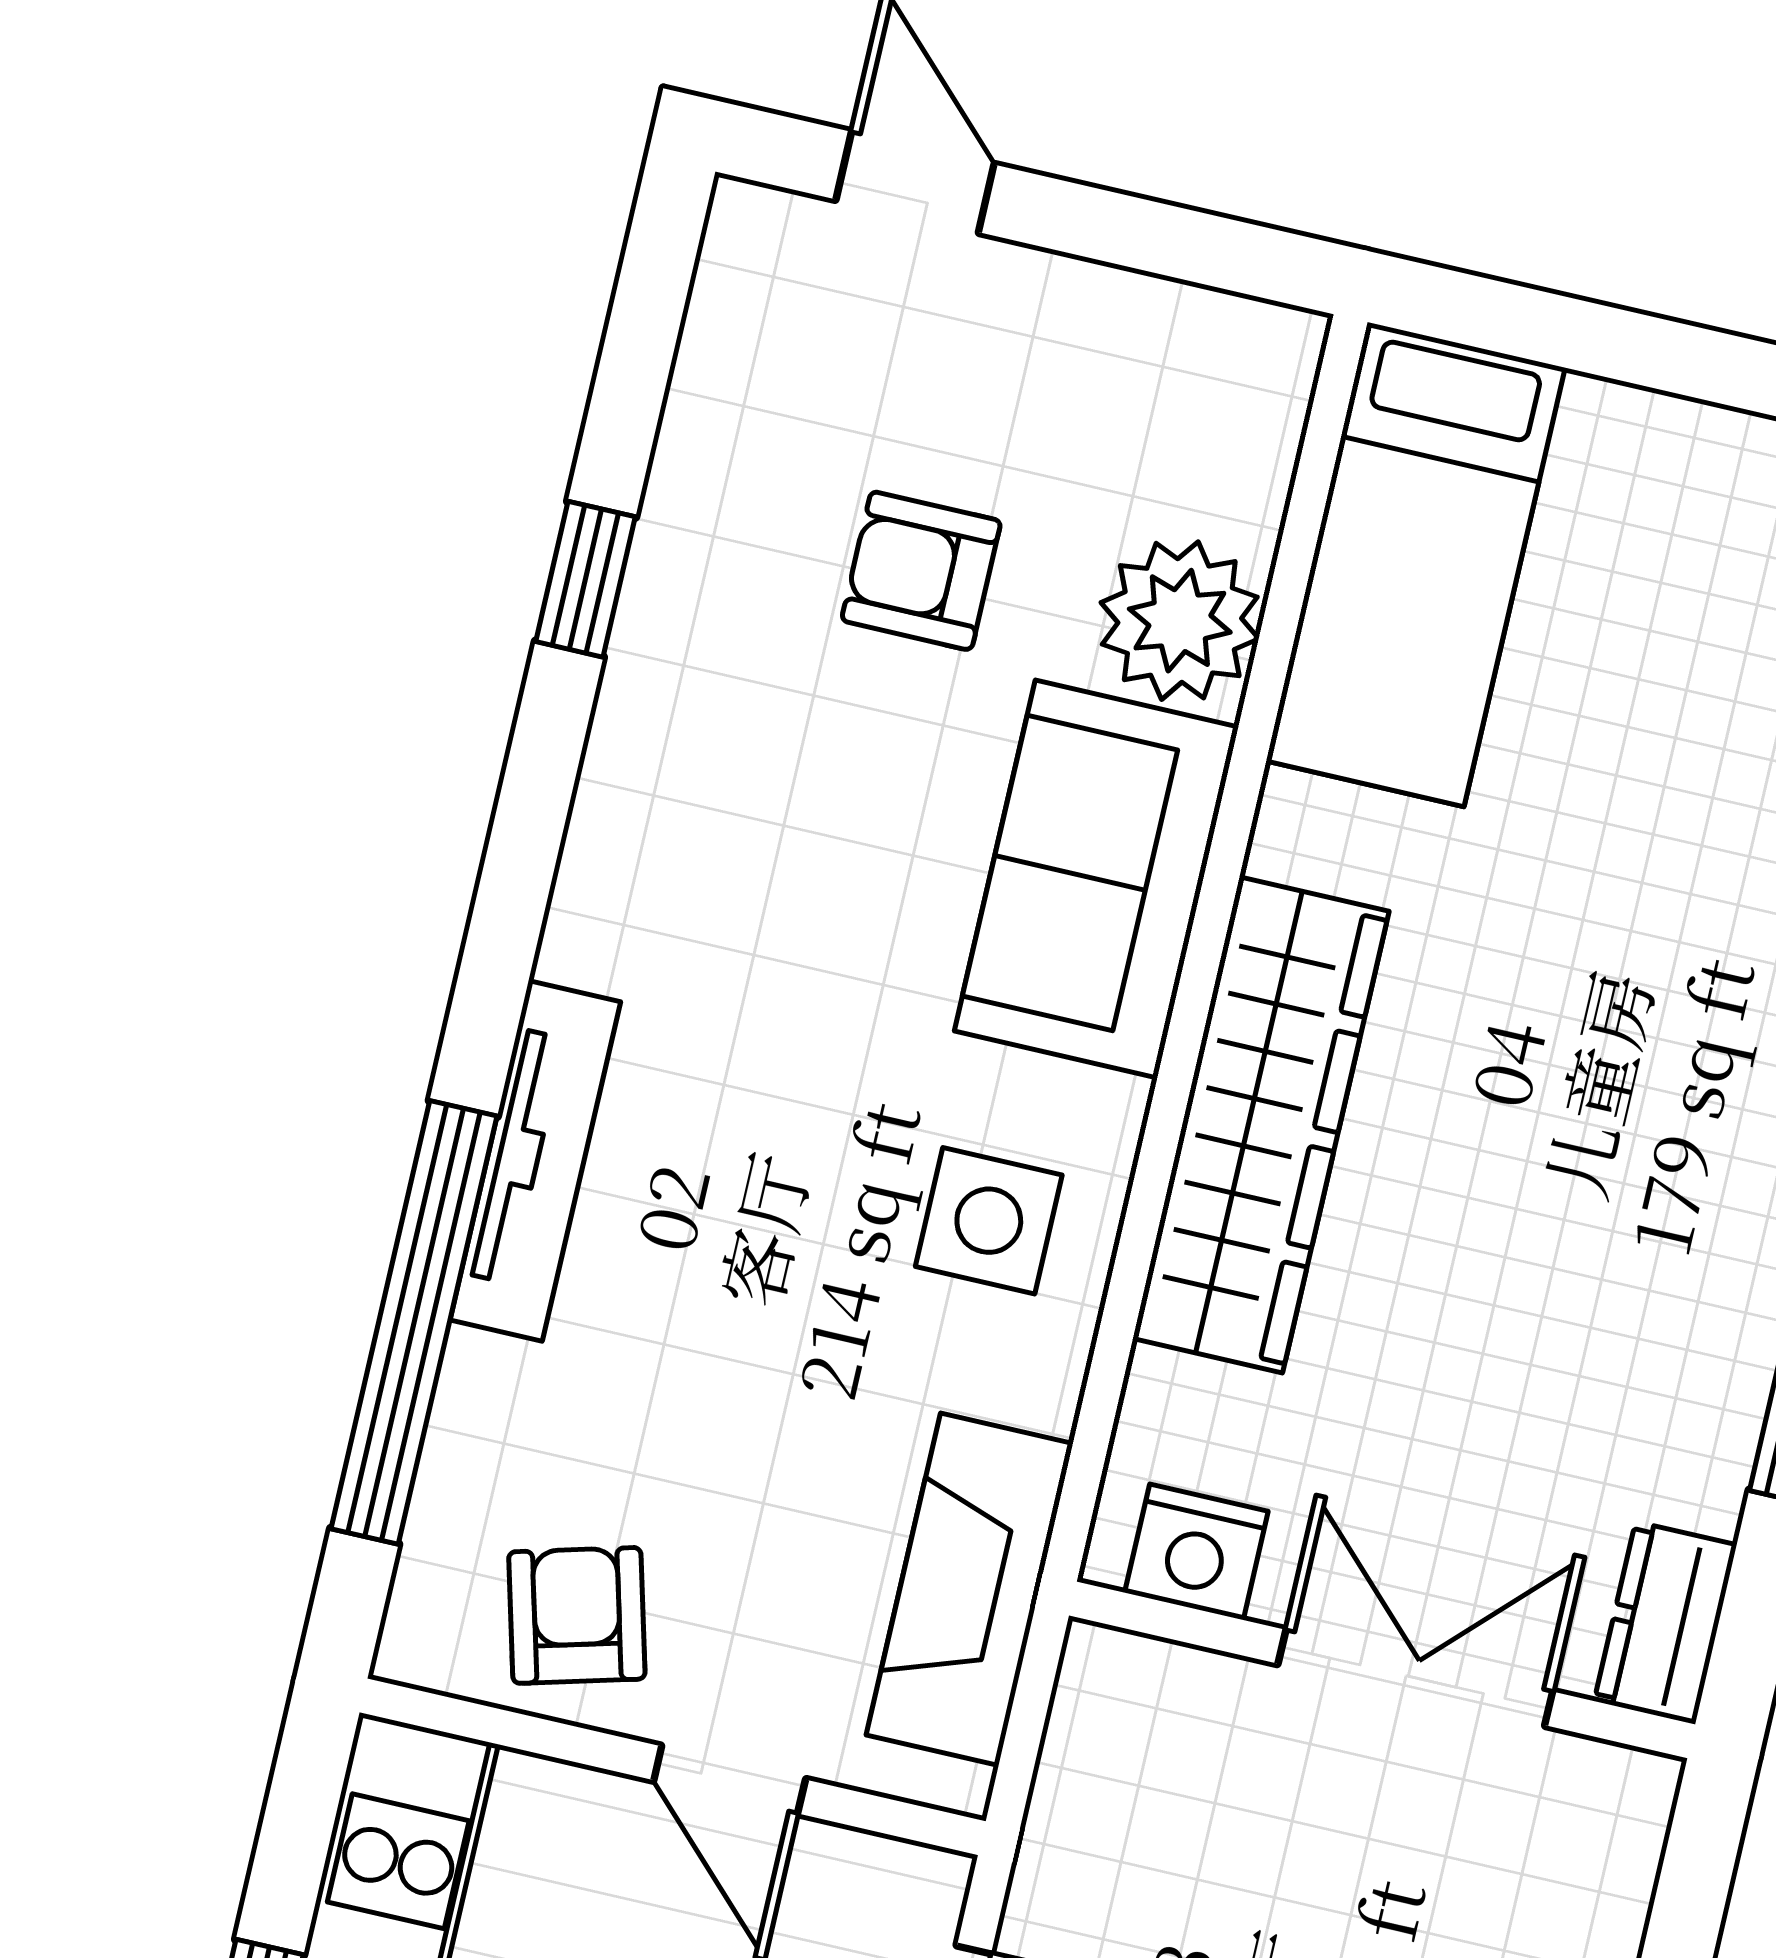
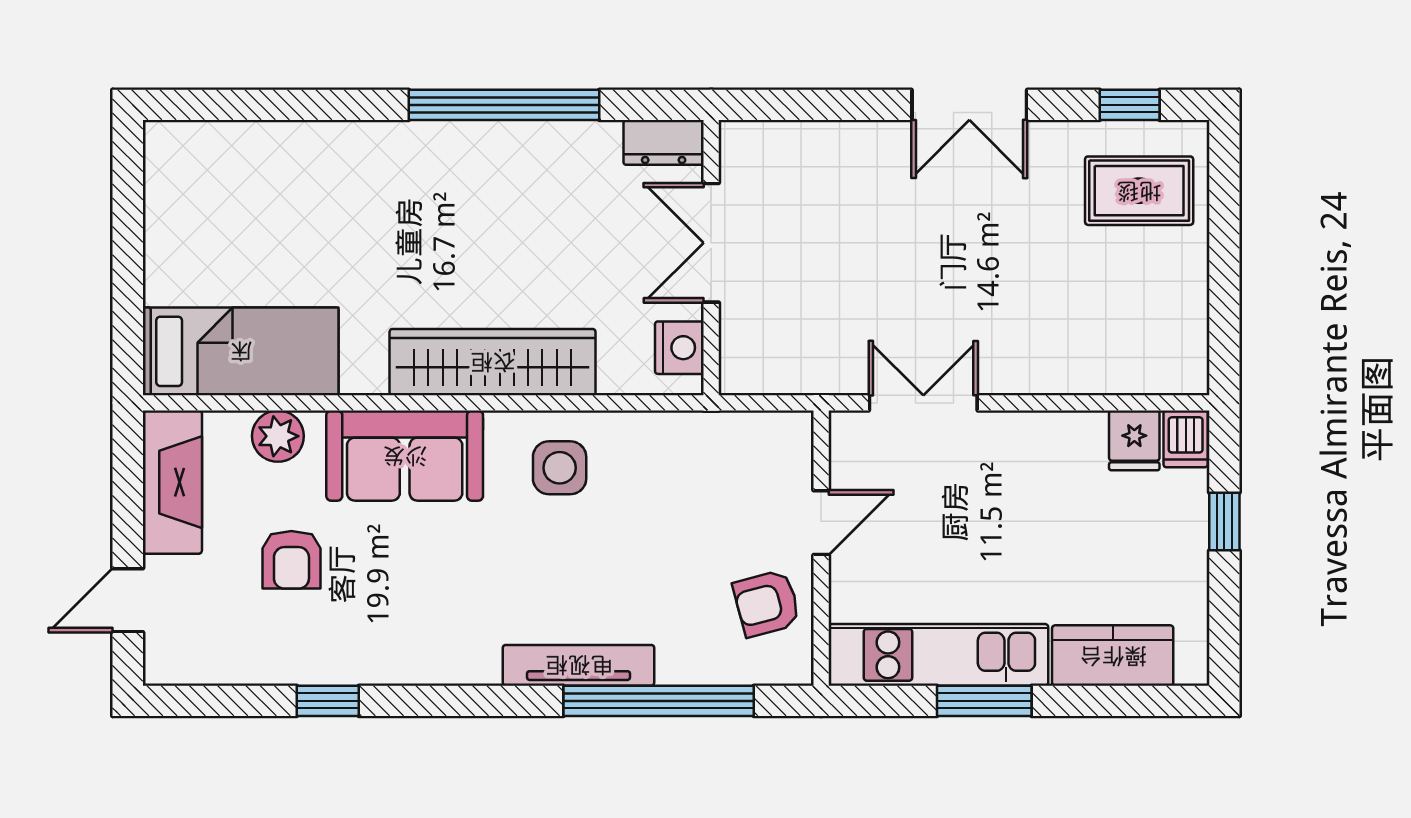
plant: (1180, 621) -> (278, 436), width x0.73, depth x0.73
fireplace: (970, 1589) -> (172, 482), moved, turned -90

